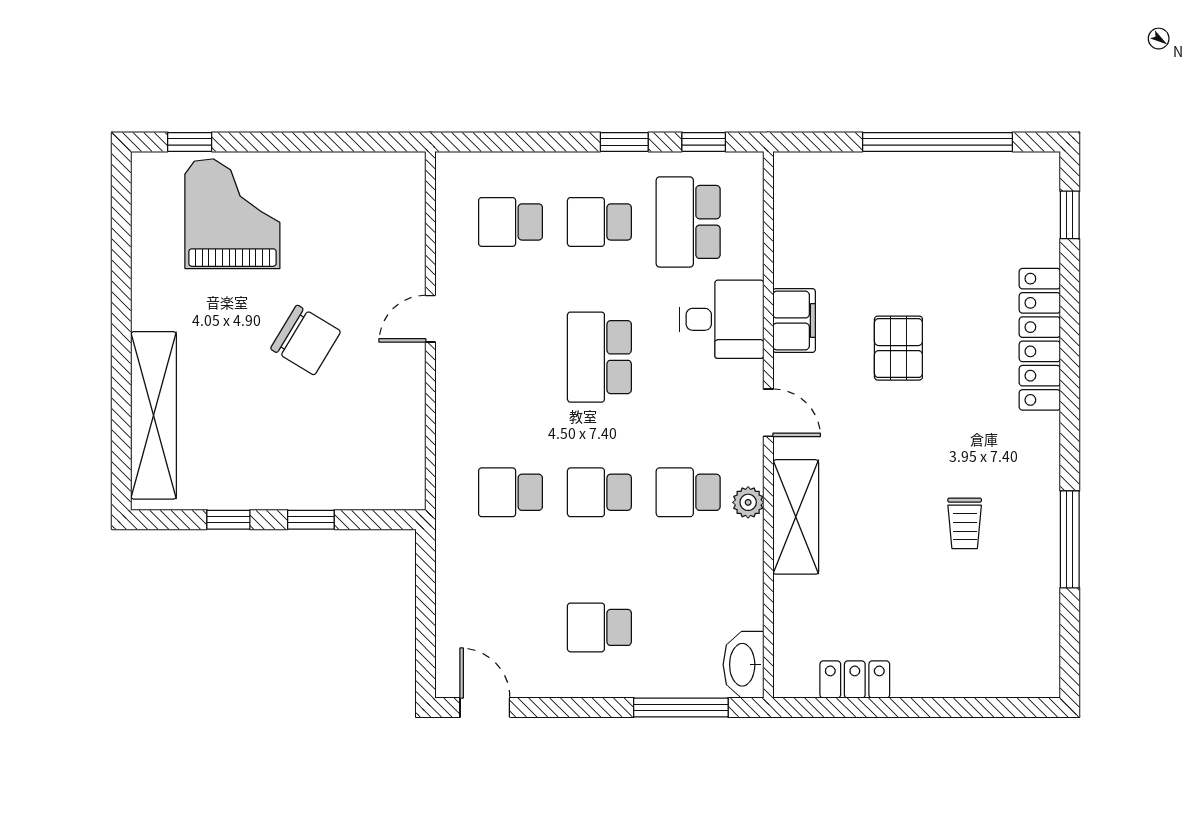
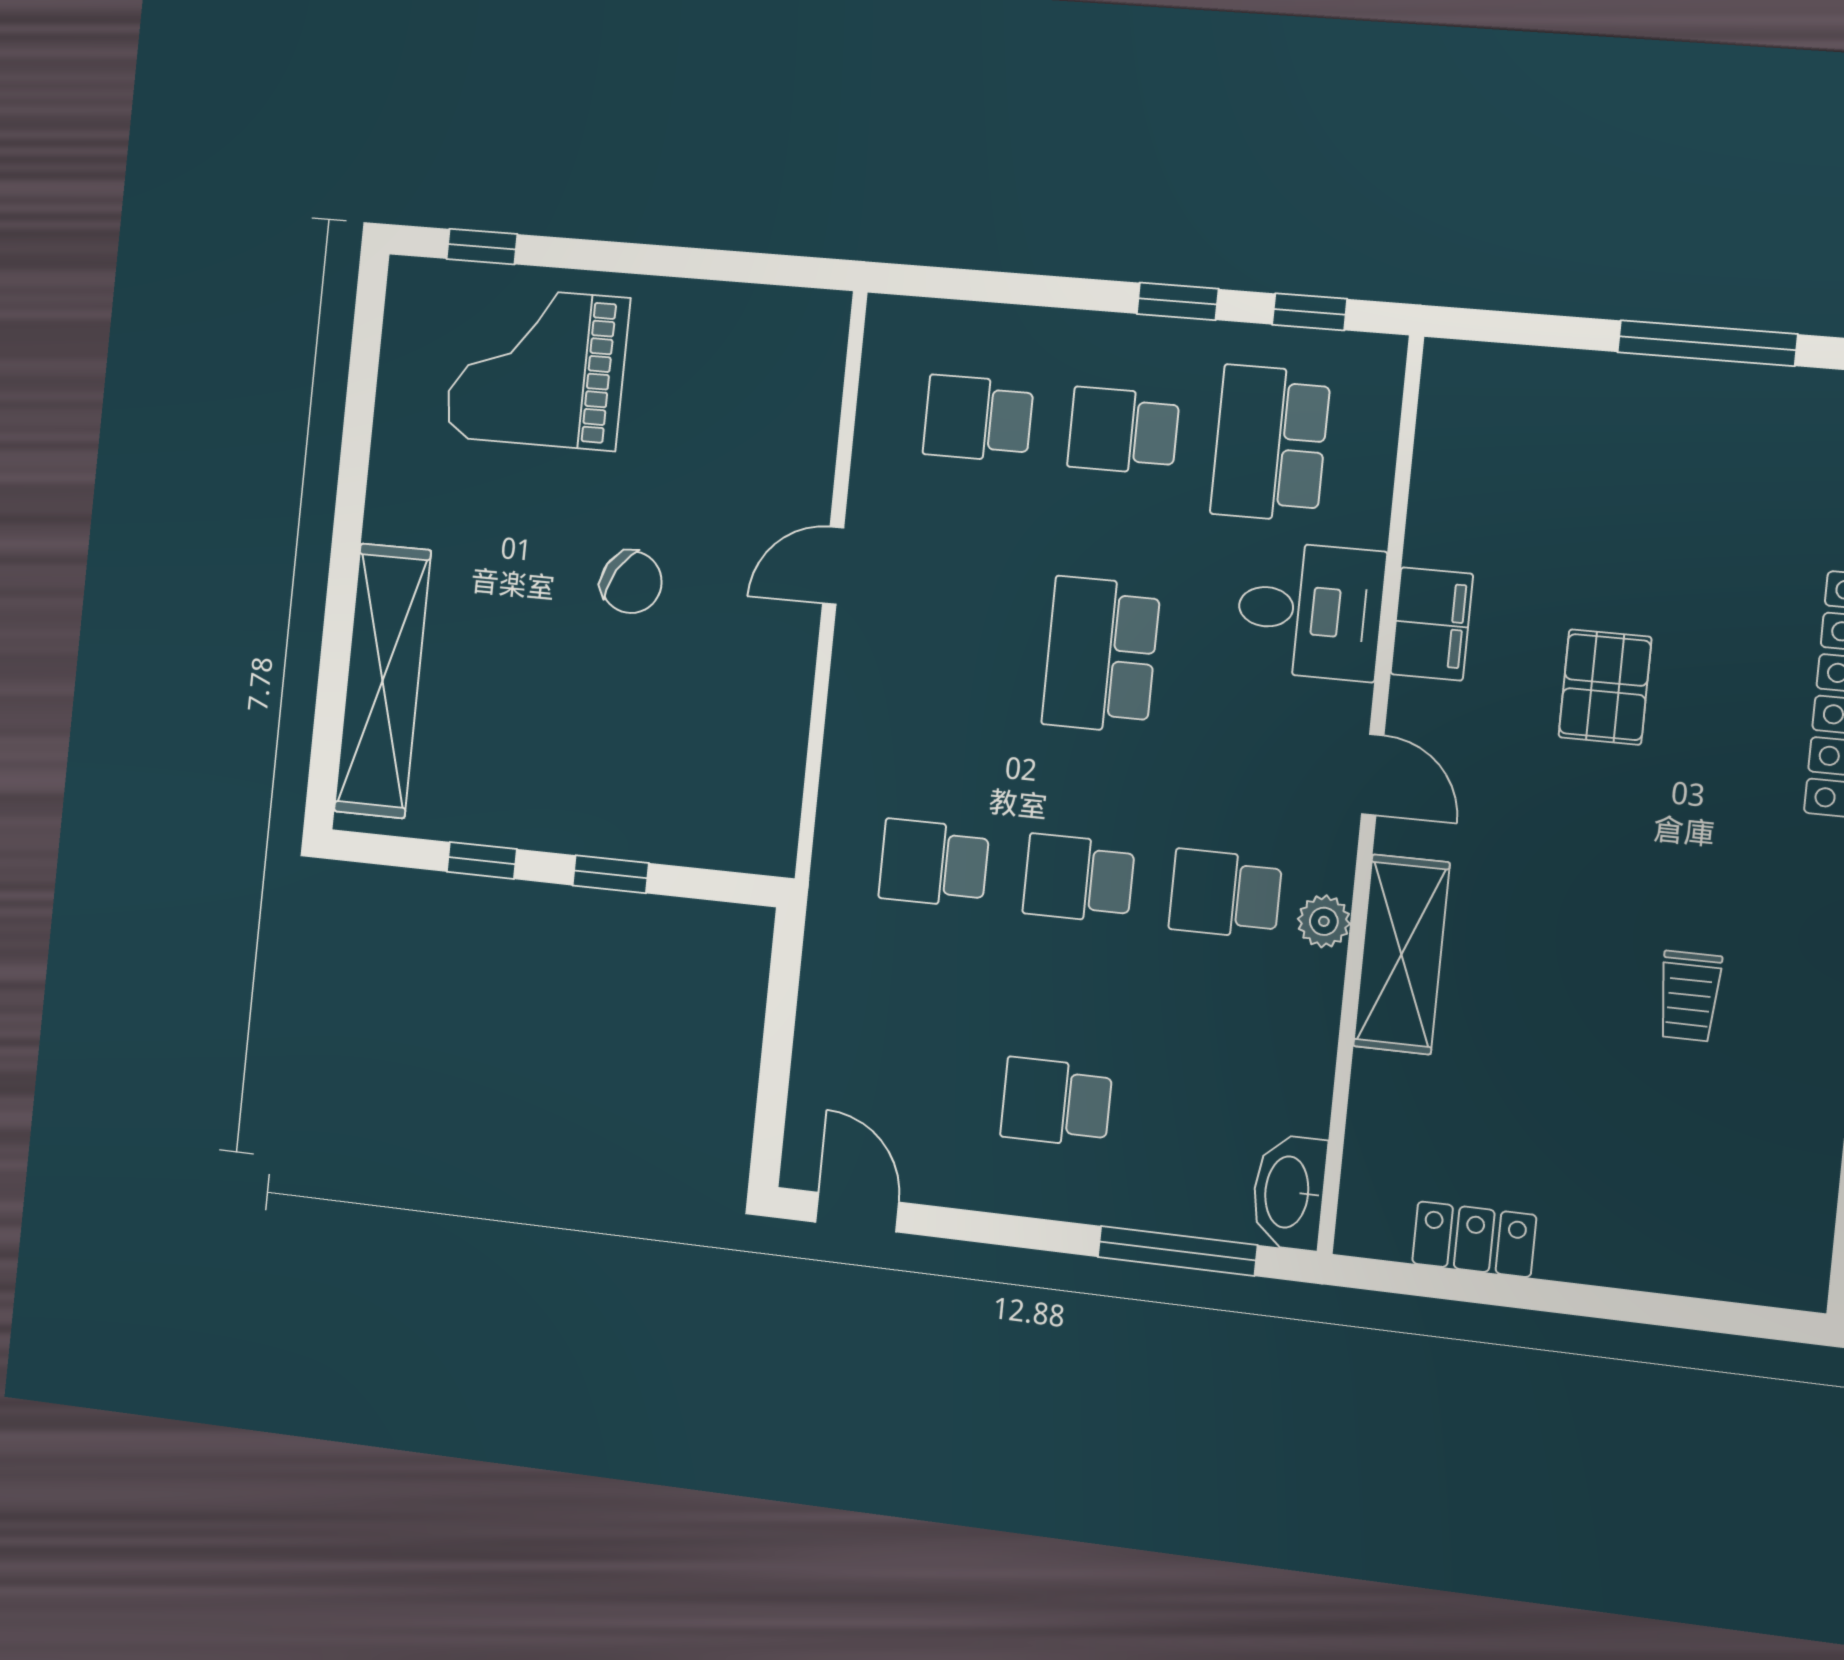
window: (937, 142) -> (1707, 343), width x0.68
grand piano: (232, 214) -> (537, 368), turned -90
chair: (306, 340) -> (631, 582), width x0.73, depth x0.73

